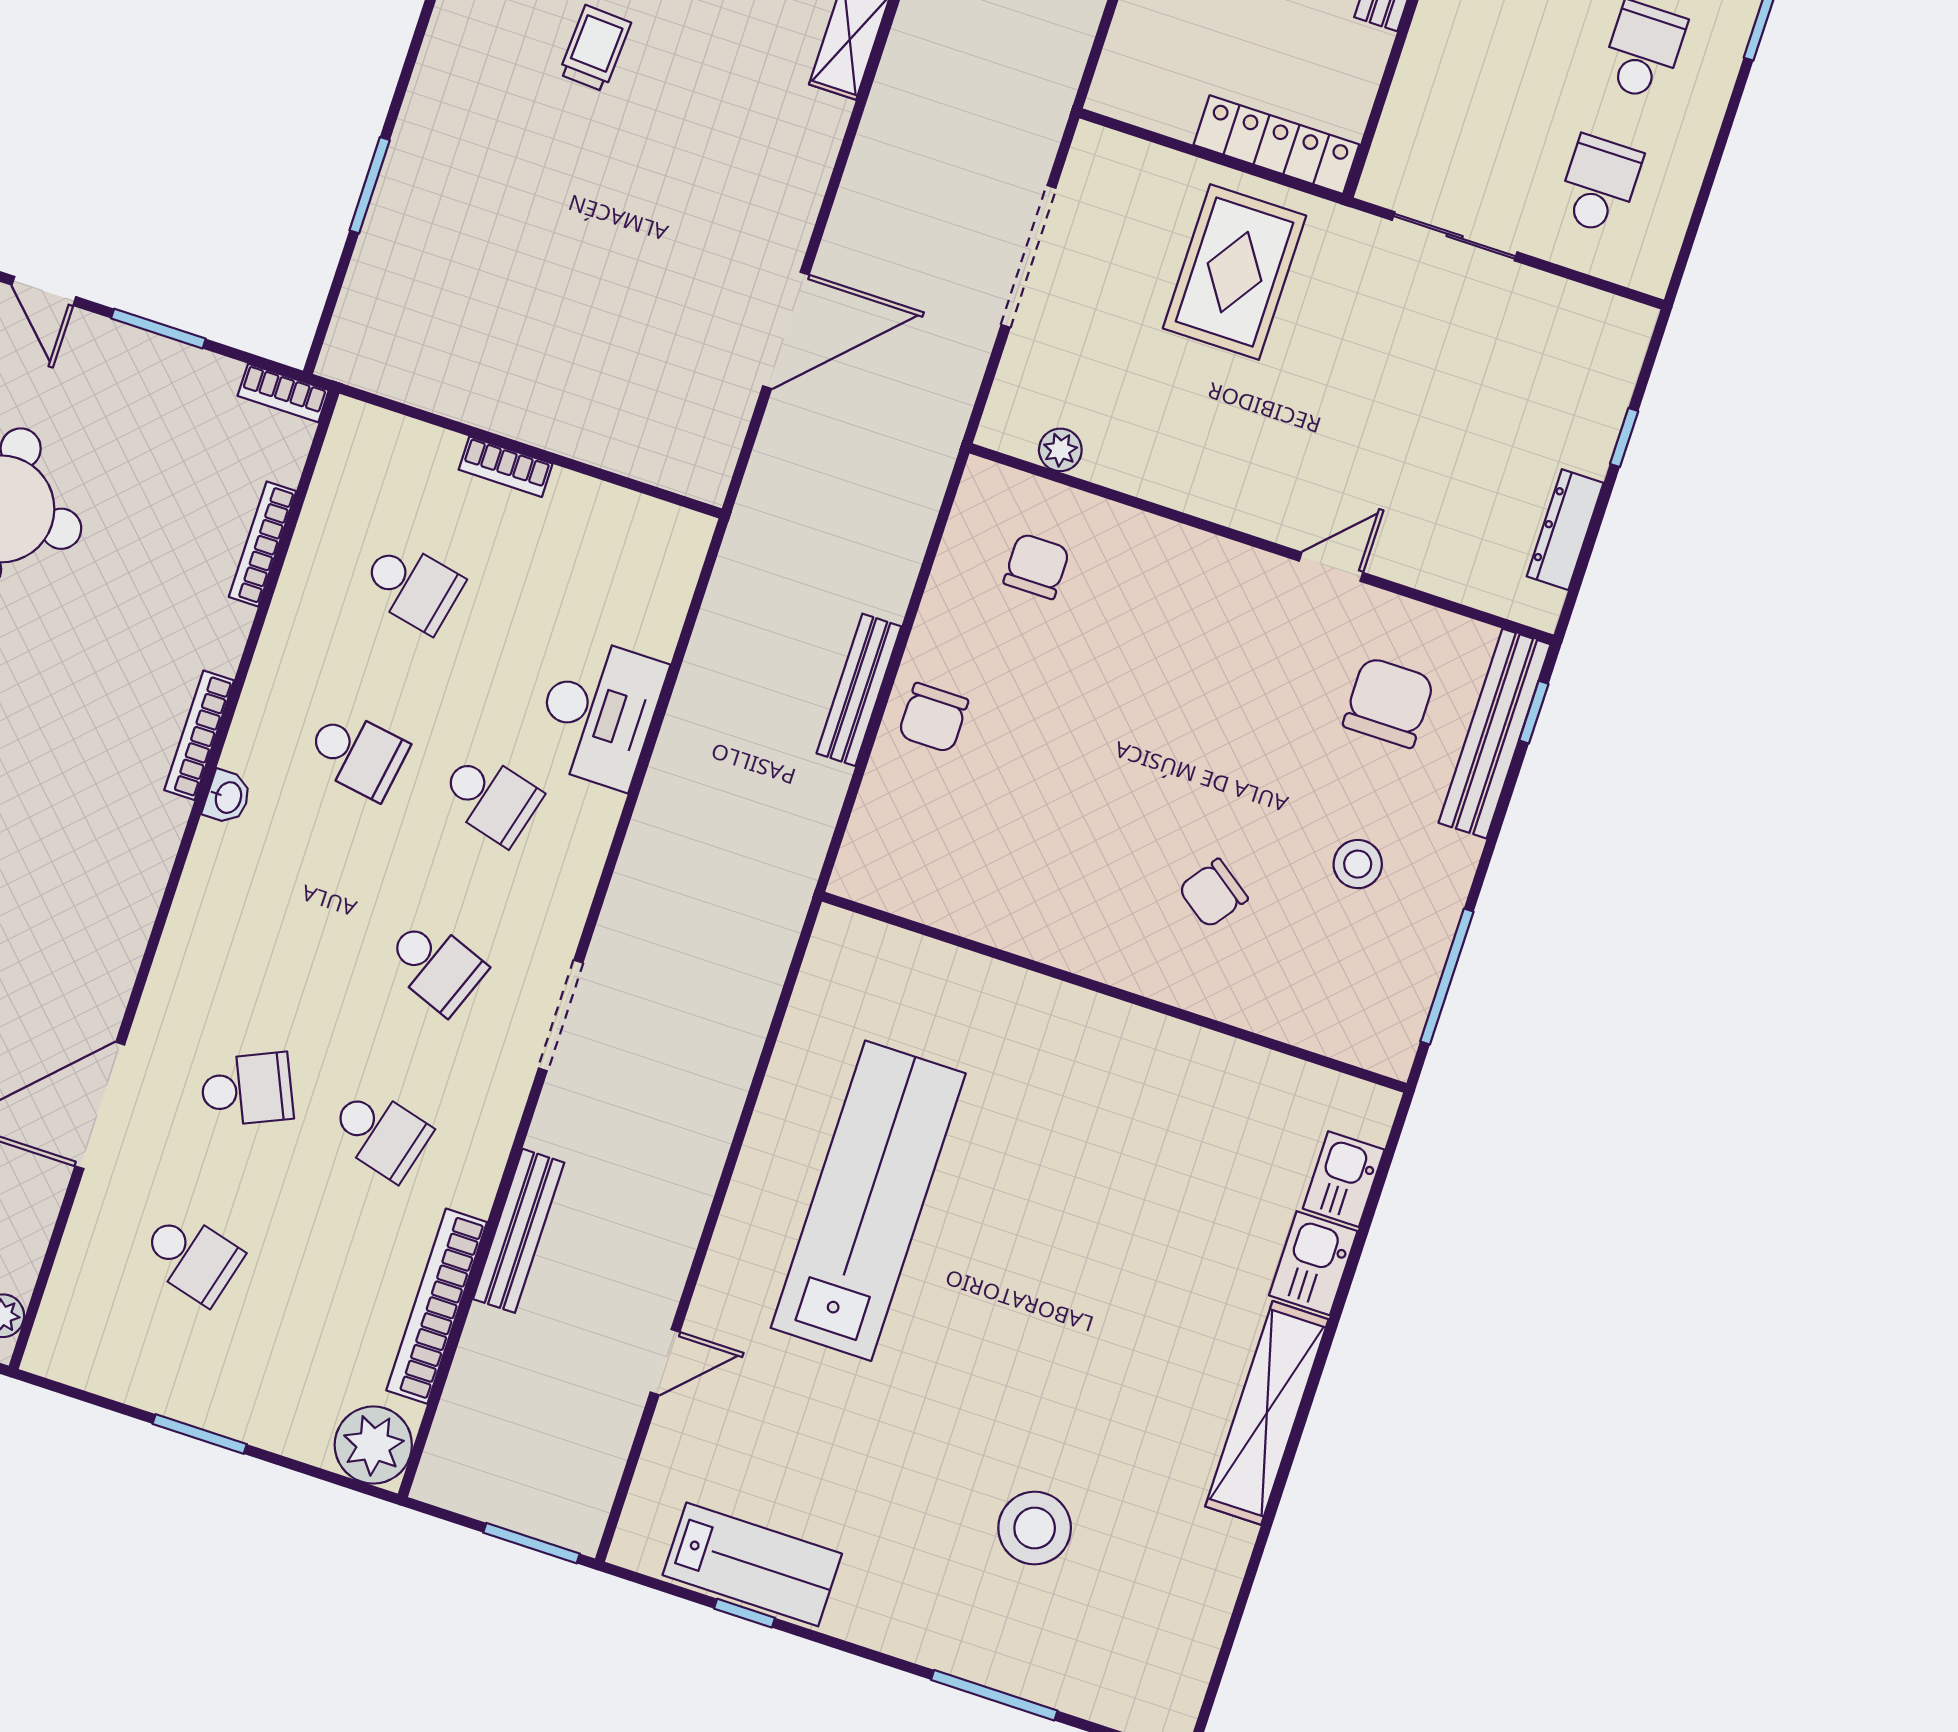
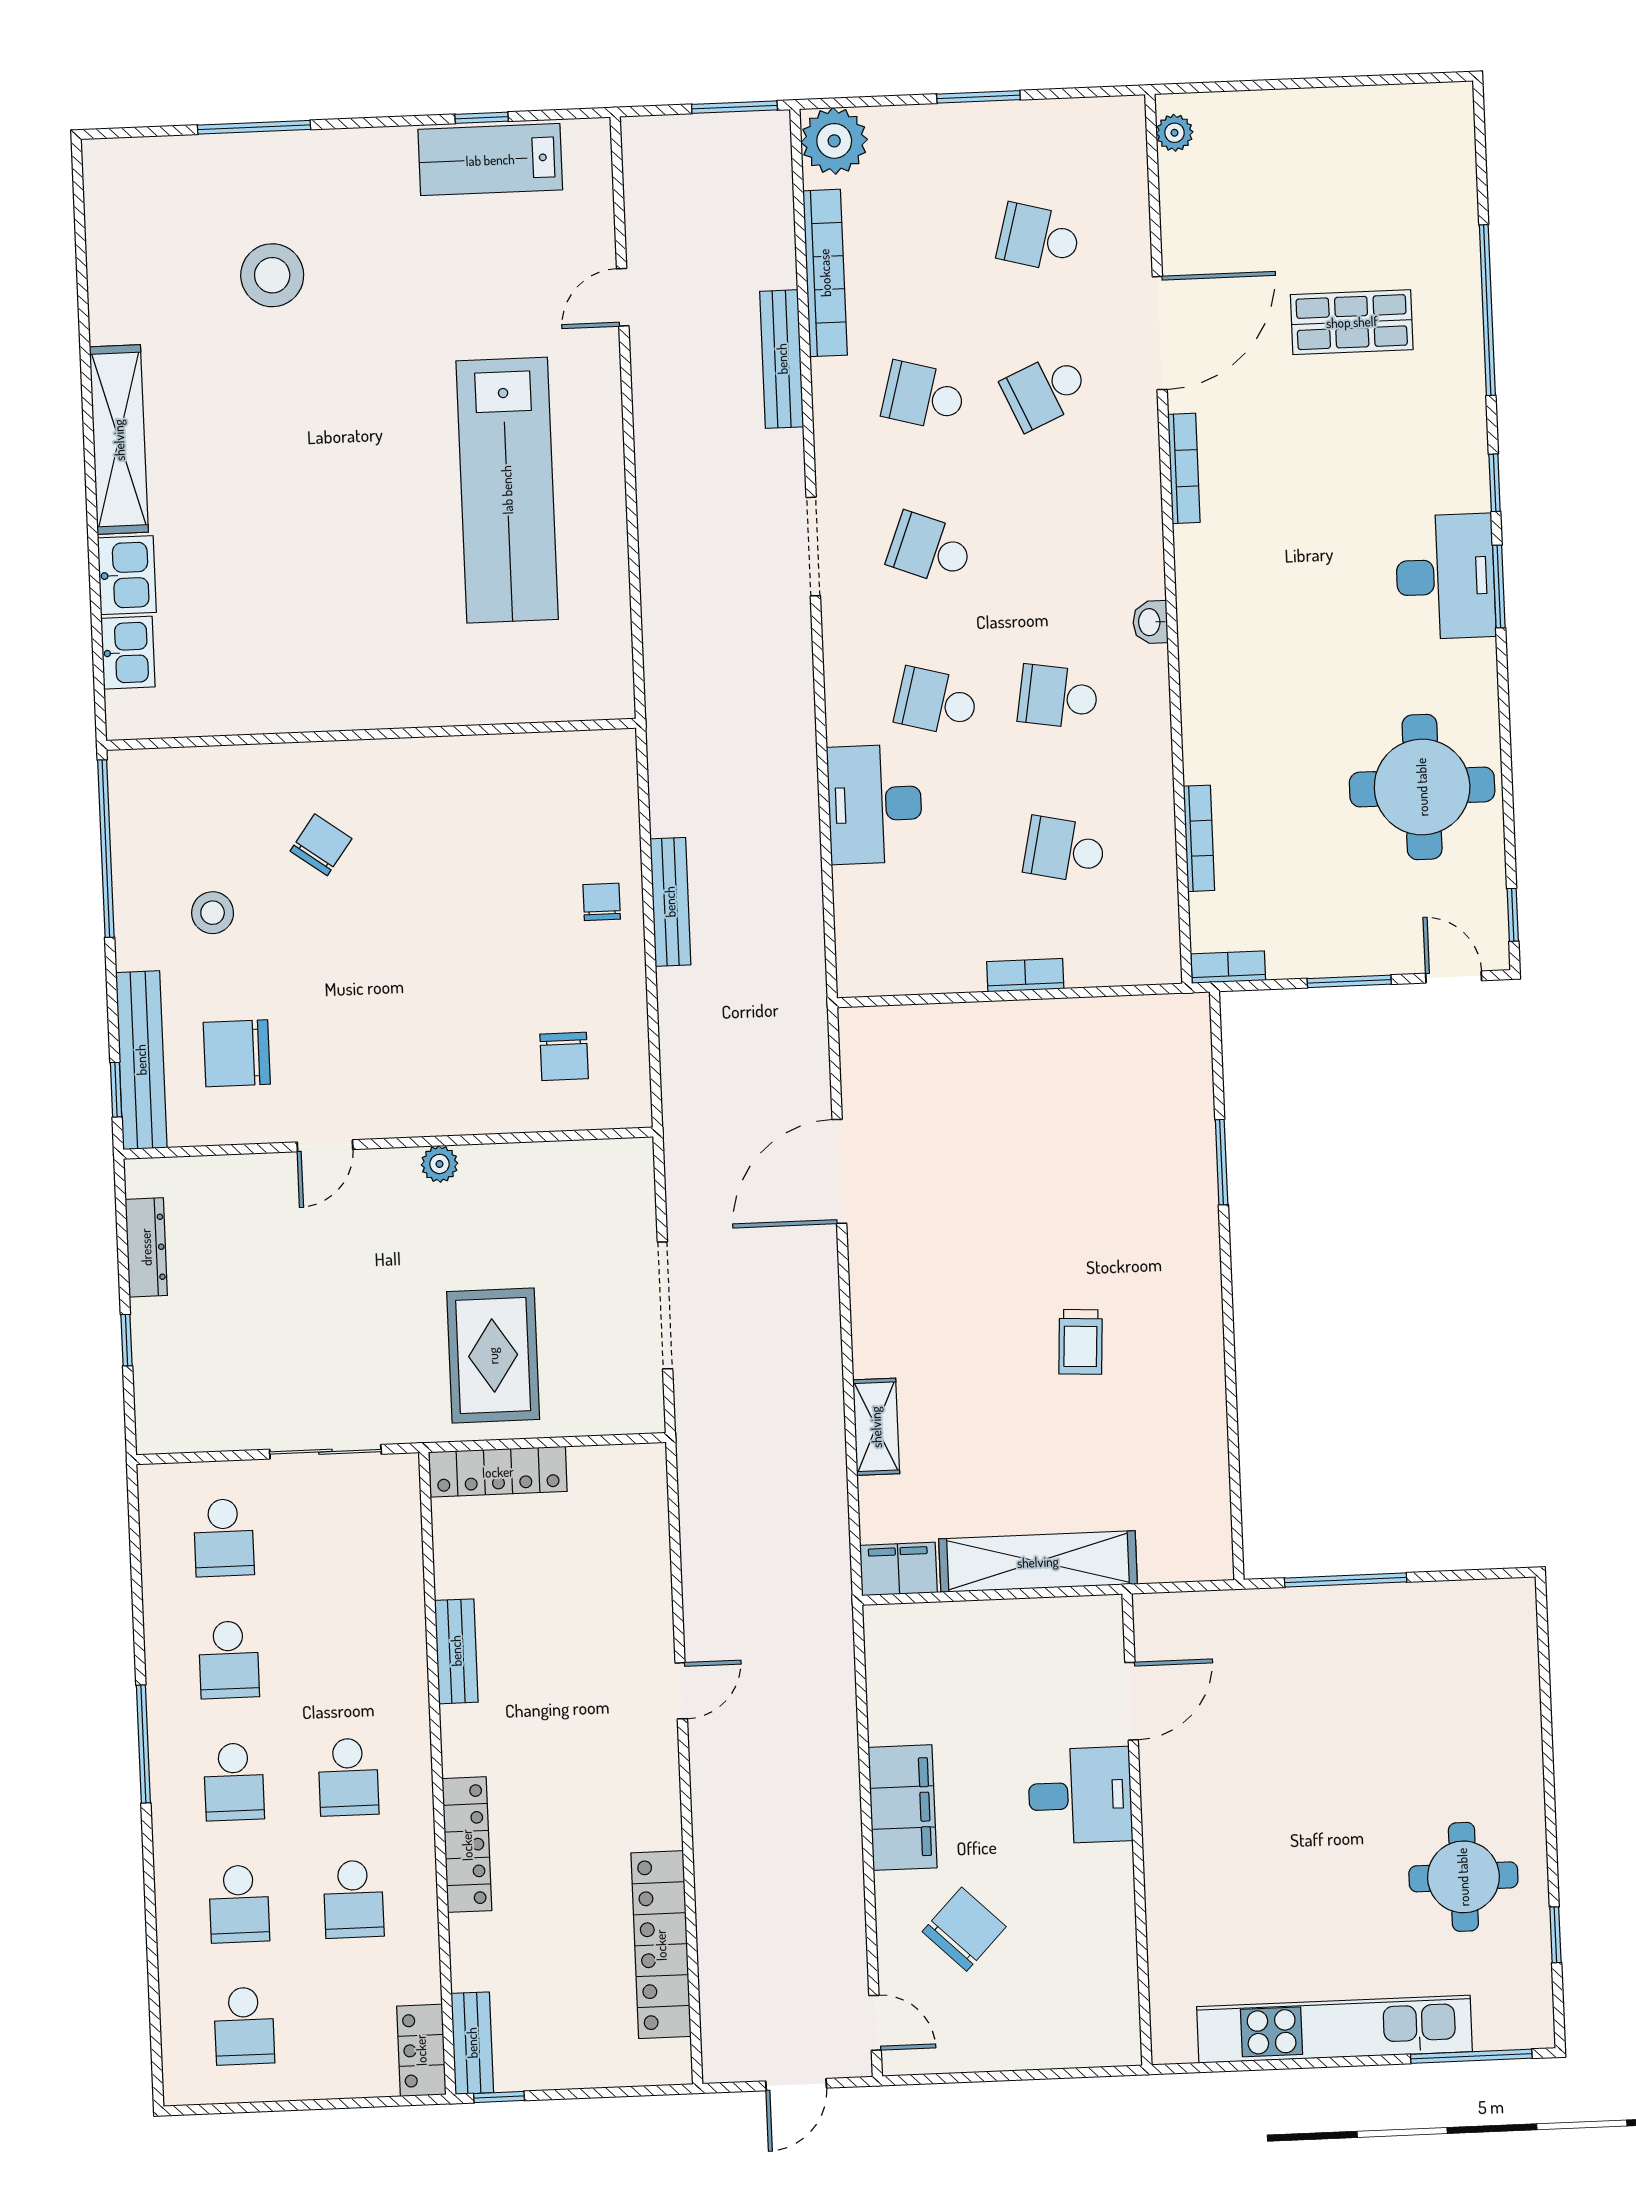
plant: (1060, 450) -> (439, 1164), moved
chair: (1389, 702) -> (237, 1053), turned 90
chair: (933, 718) -> (602, 902), width x0.73, depth x0.73
bookcase: (199, 735) -> (1184, 468), moved
window: (1447, 976) -> (106, 849), width x1.46
window: (531, 1543) -> (734, 107), moved

